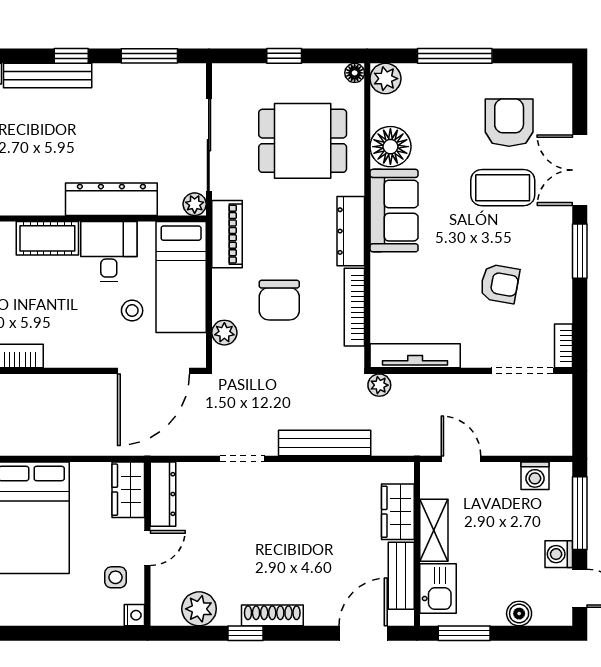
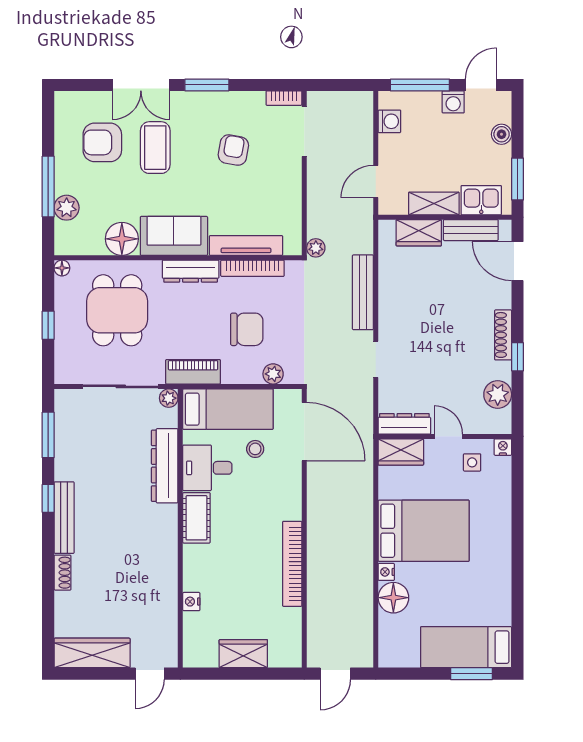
plant: (386, 79) -> (67, 208), moved
tv unit: (415, 356) -> (246, 245), moved, turned 90

